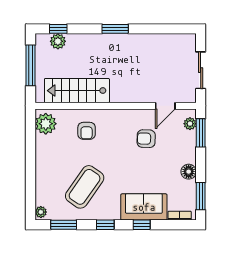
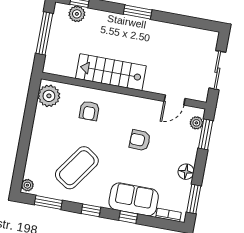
stairs: (77, 91) -> (111, 72), moved
armchair: (146, 139) -> (140, 140), moved

